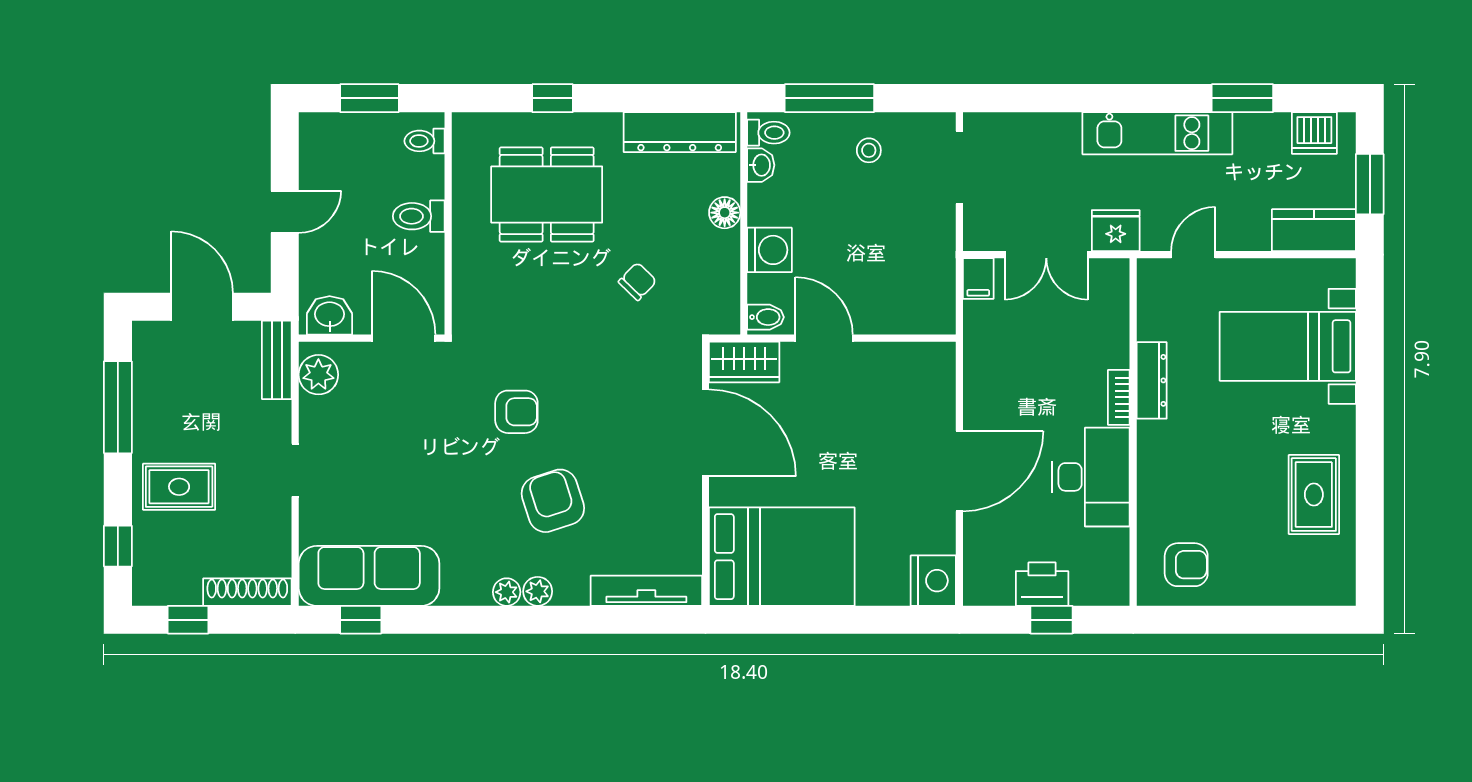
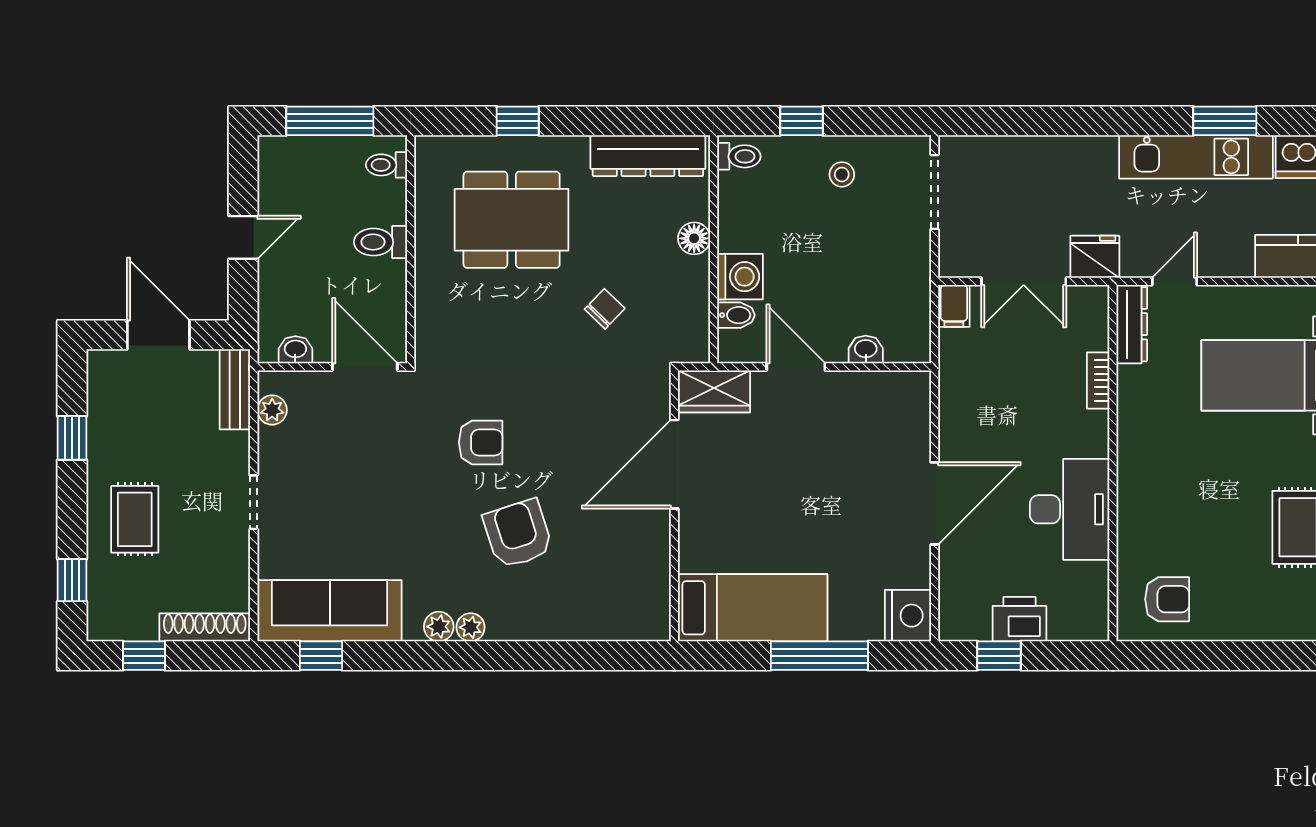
window: (369, 98) -> (330, 121), width x1.44
window: (829, 98) -> (802, 121), width x0.46
kitchen unit: (1157, 133) -> (1196, 157), moved
washbasin: (761, 165) -> (866, 349), moved, turned -90
washbasin: (330, 315) -> (295, 350), width x0.72, depth x0.69
bidet: (766, 317) -> (736, 315), moved
plant: (318, 375) -> (272, 410), width x0.73, depth x0.73
dresser: (1152, 380) -> (1132, 324), moved
bookcase: (1119, 397) -> (1098, 380), moved
window: (118, 407) -> (72, 438), width x0.46
door: (706, 433) -> (674, 464), swing flipped
rug: (179, 487) -> (135, 519), turned 90
bed: (782, 557) -> (753, 608), width x0.67
plant: (538, 591) -> (439, 627), moved
tv unit: (646, 591) -> (614, 626), removed
window: (847, 620) -> (819, 656), added
window: (1051, 620) -> (999, 656), moved

